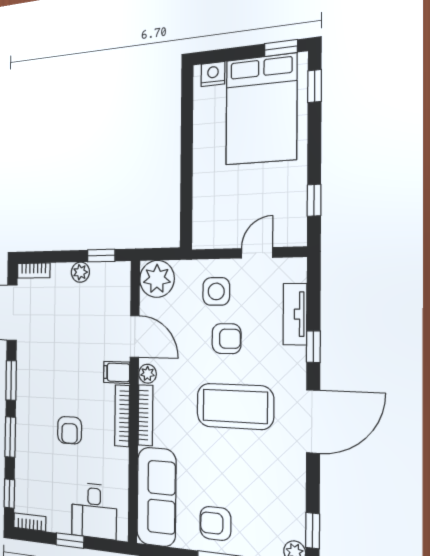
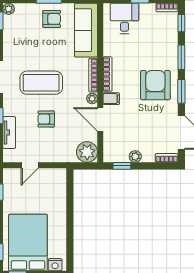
side table: (216, 291) -> (52, 145), removed
armchair: (70, 430) -> (155, 85), moved, width x1.88, depth x1.88

